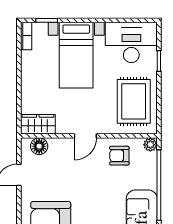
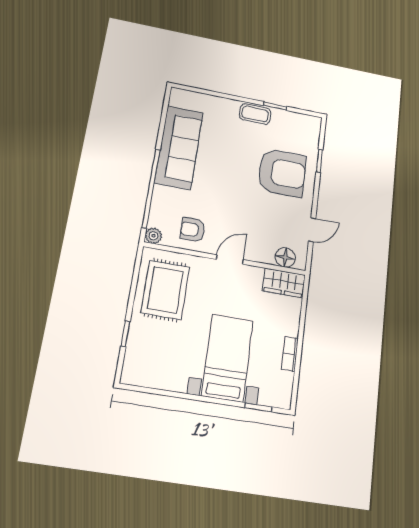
bookcase: (26, 36) -> (290, 354), moved
desk: (131, 42) -> (157, 363), removed
armchair: (119, 156) -> (193, 230), turned 180

